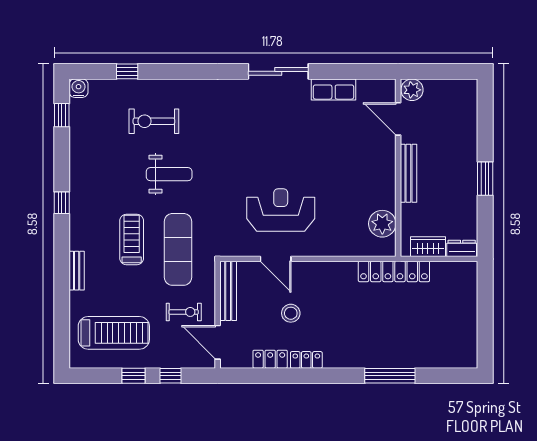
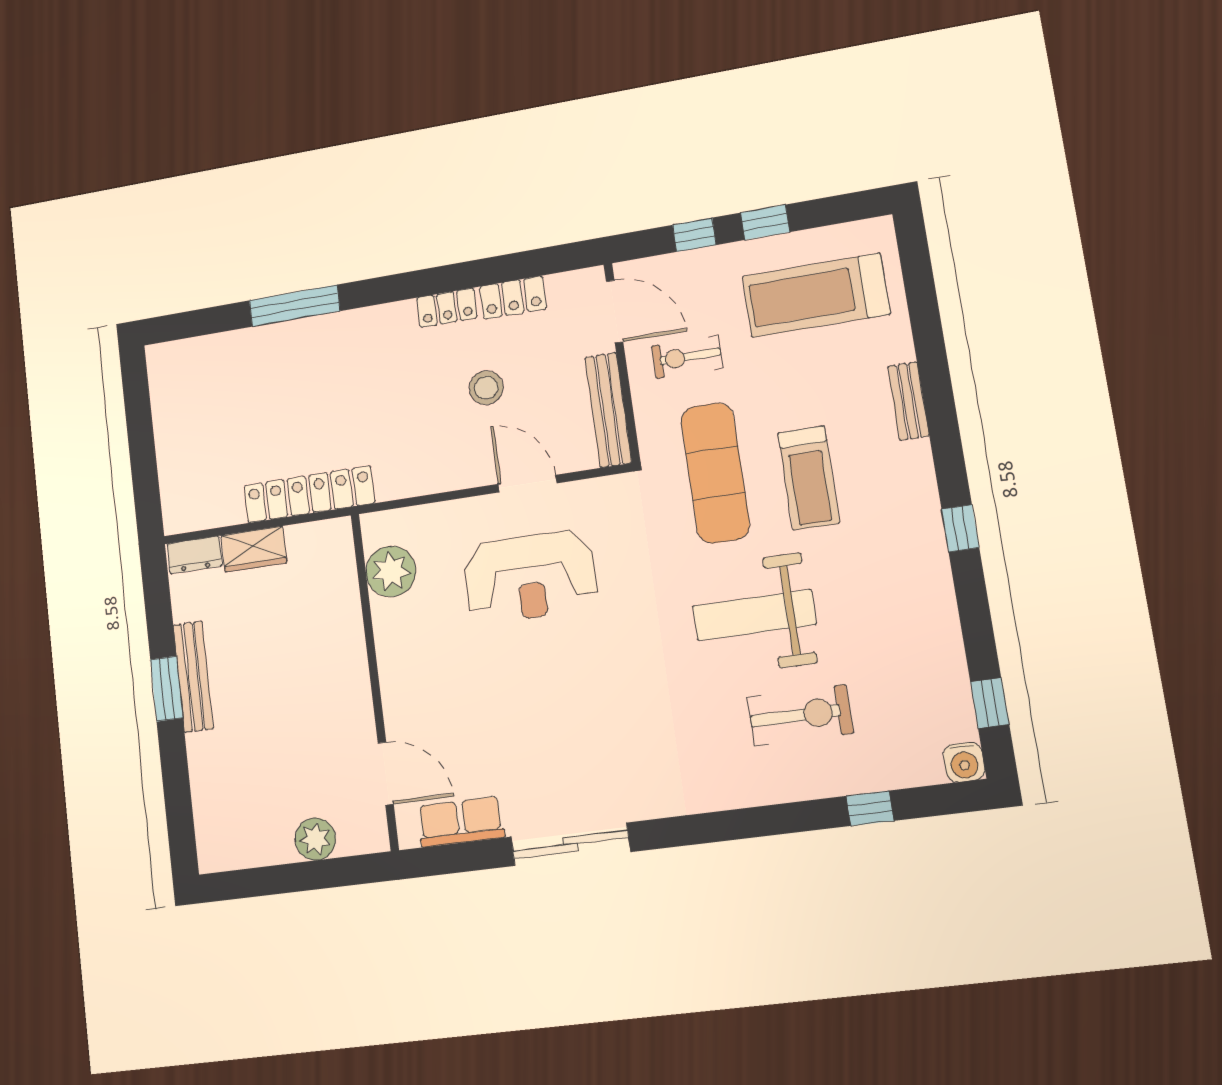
door: (398, 119) -> (386, 773), moved
wall: (398, 168) -> (375, 680), moved
bench: (408, 173) -> (193, 677), moved
weight bench: (169, 174) -> (754, 615), width x1.36, depth x1.33
plant: (382, 224) -> (391, 571), moved

